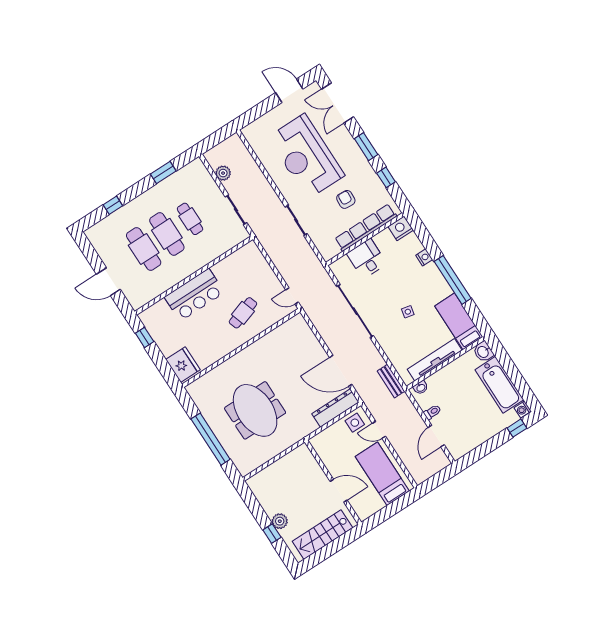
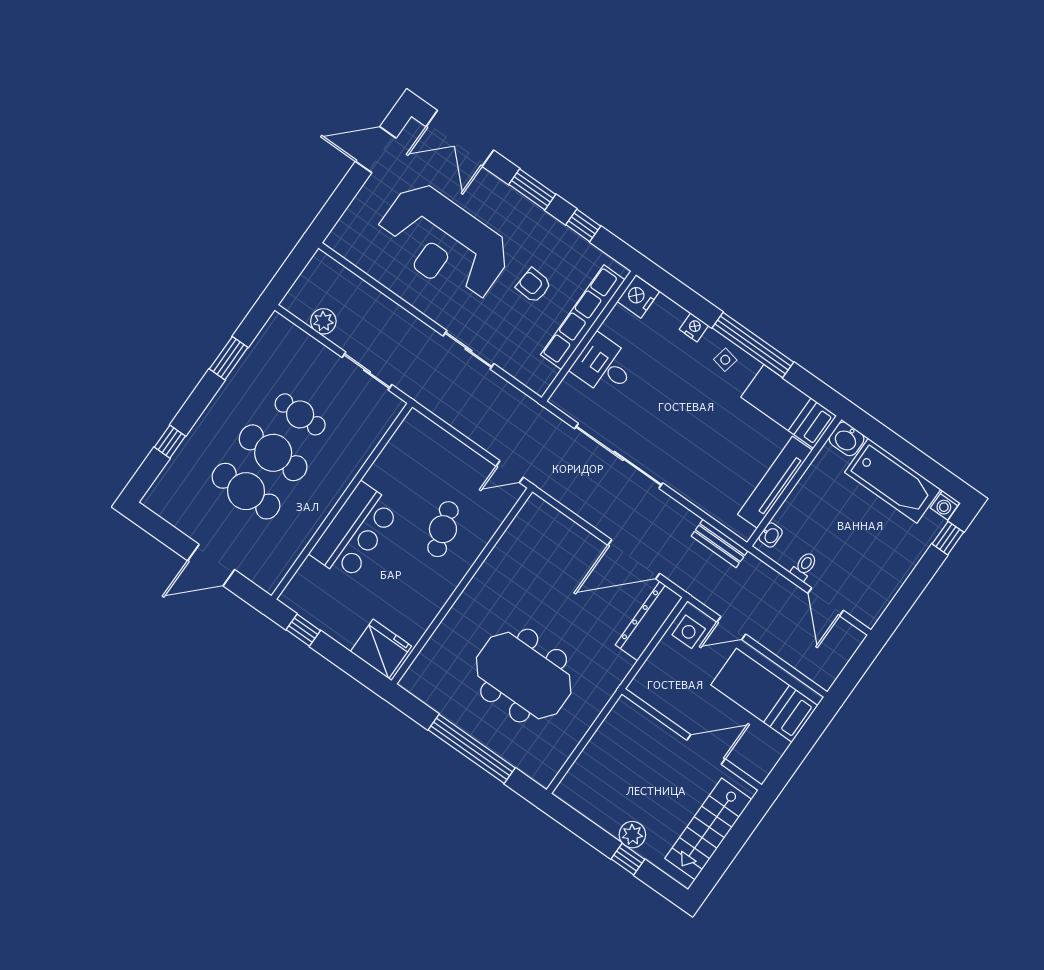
side table: (408, 312) -> (725, 360), moved

